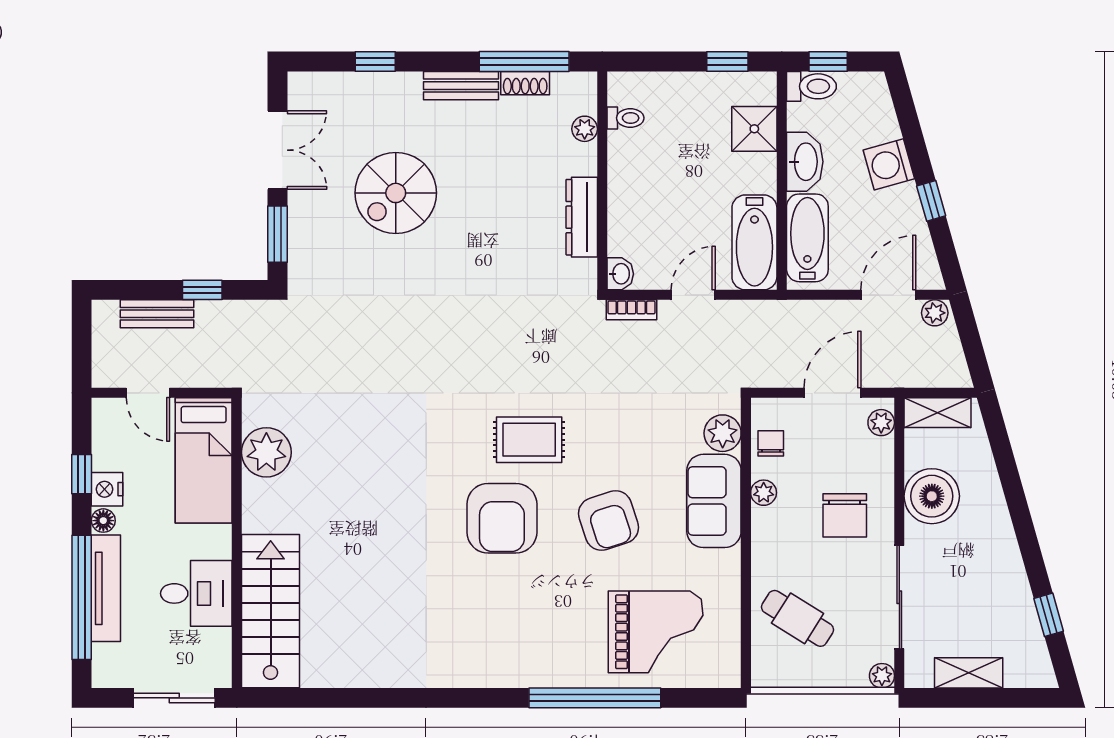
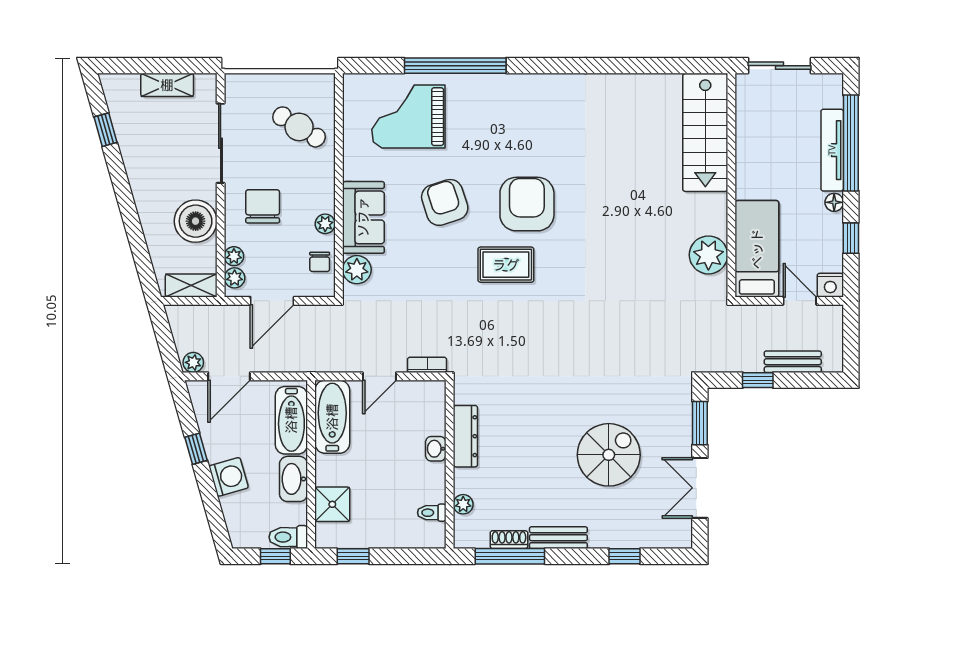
washbasin: (620, 274) -> (436, 449), moved
nightstand: (107, 489) -> (830, 285), moved, turned 90
desk: (196, 593) -> (763, 146), removed
plant: (882, 676) -> (234, 256), moved

